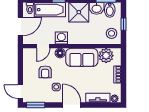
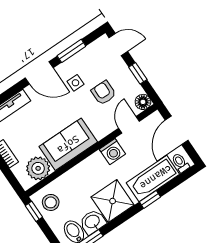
window: (124, 24) -> (34, 211), moved
floor lamp: (60, 53) -> (143, 102), moved
window: (20, 70) -> (138, 73), added
window: (36, 105) -> (71, 51), moved

